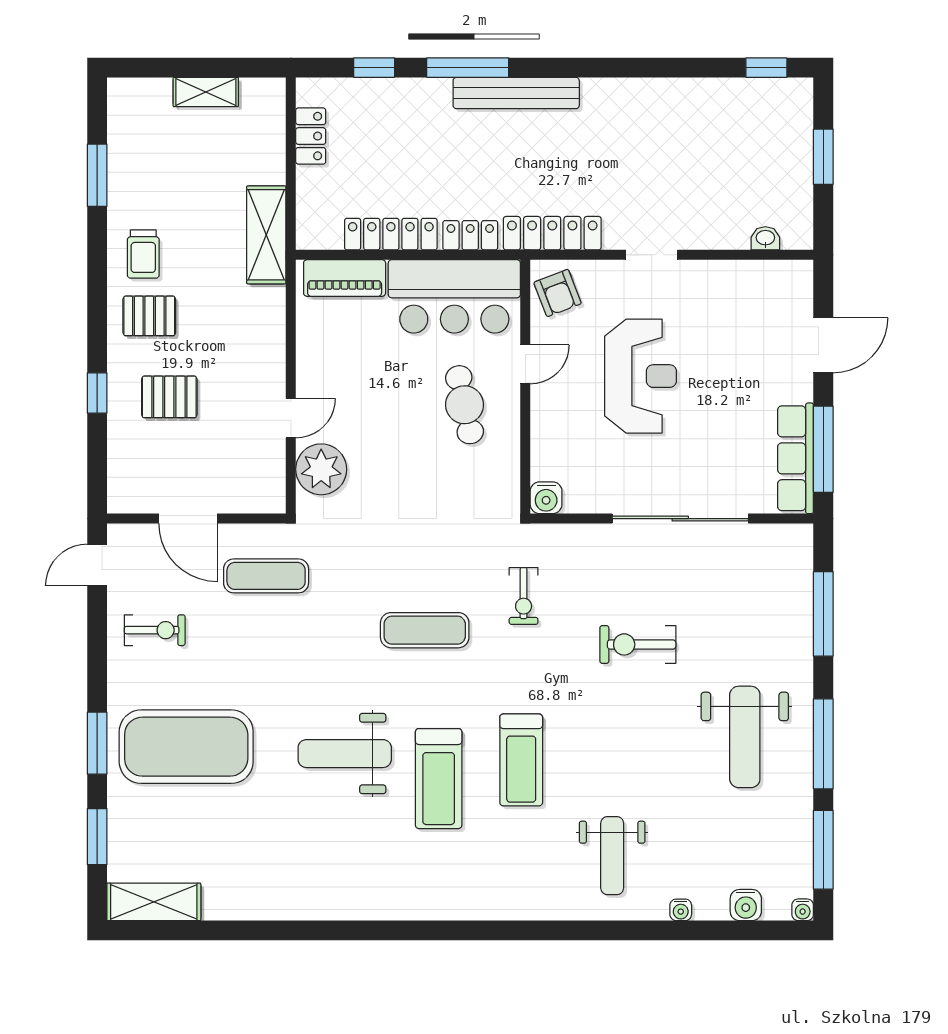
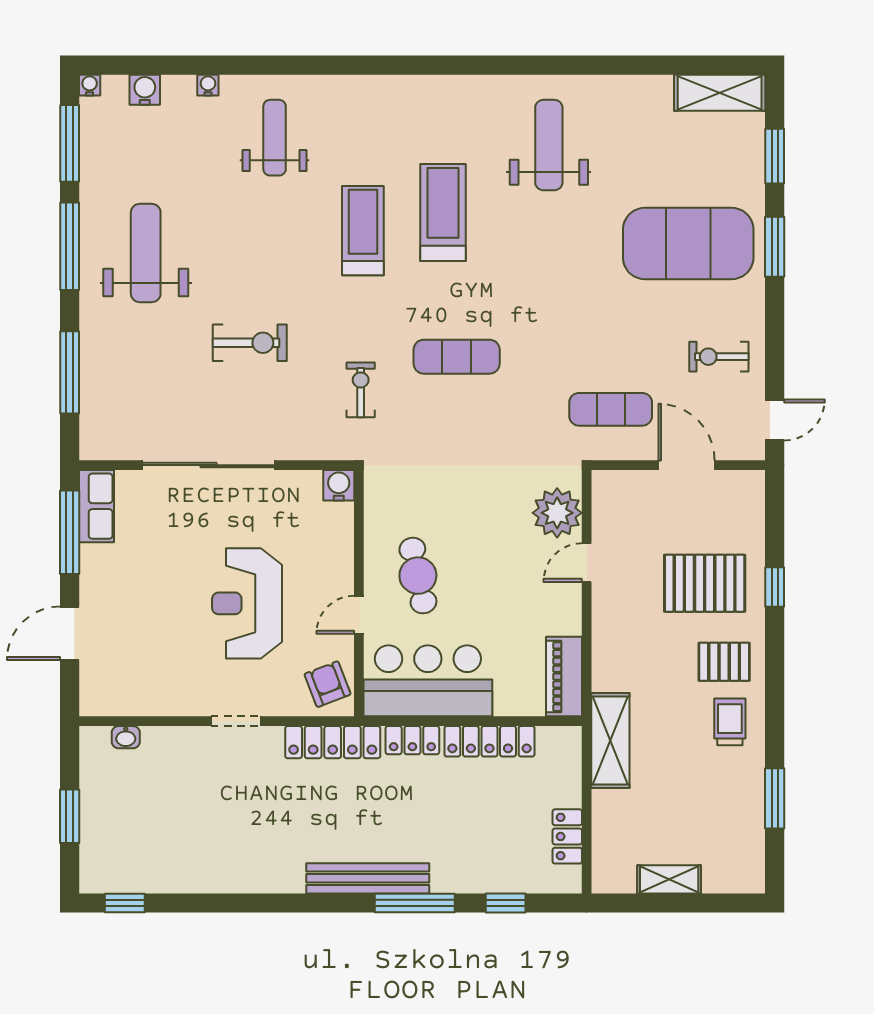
piano: (345, 278) -> (564, 677), moved, turned -90
pallet: (169, 397) -> (705, 583), width x1.50, depth x1.42
row of seats: (796, 458) -> (96, 506), width x0.68
weight bench: (345, 754) -> (549, 145), moved, turned -90

